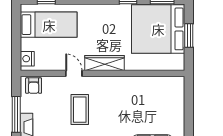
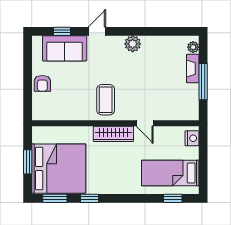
armchair: (34, 86) -> (42, 83), moved, turned 180
coffee table: (80, 110) -> (106, 100), moved

